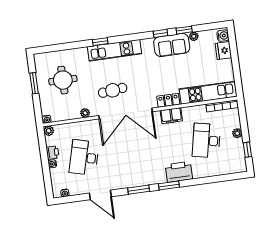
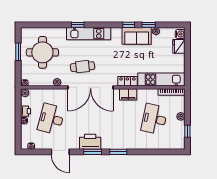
round table: (63, 80) -> (42, 52), width x1.36, depth x1.36
printer: (179, 172) -> (90, 142), moved

